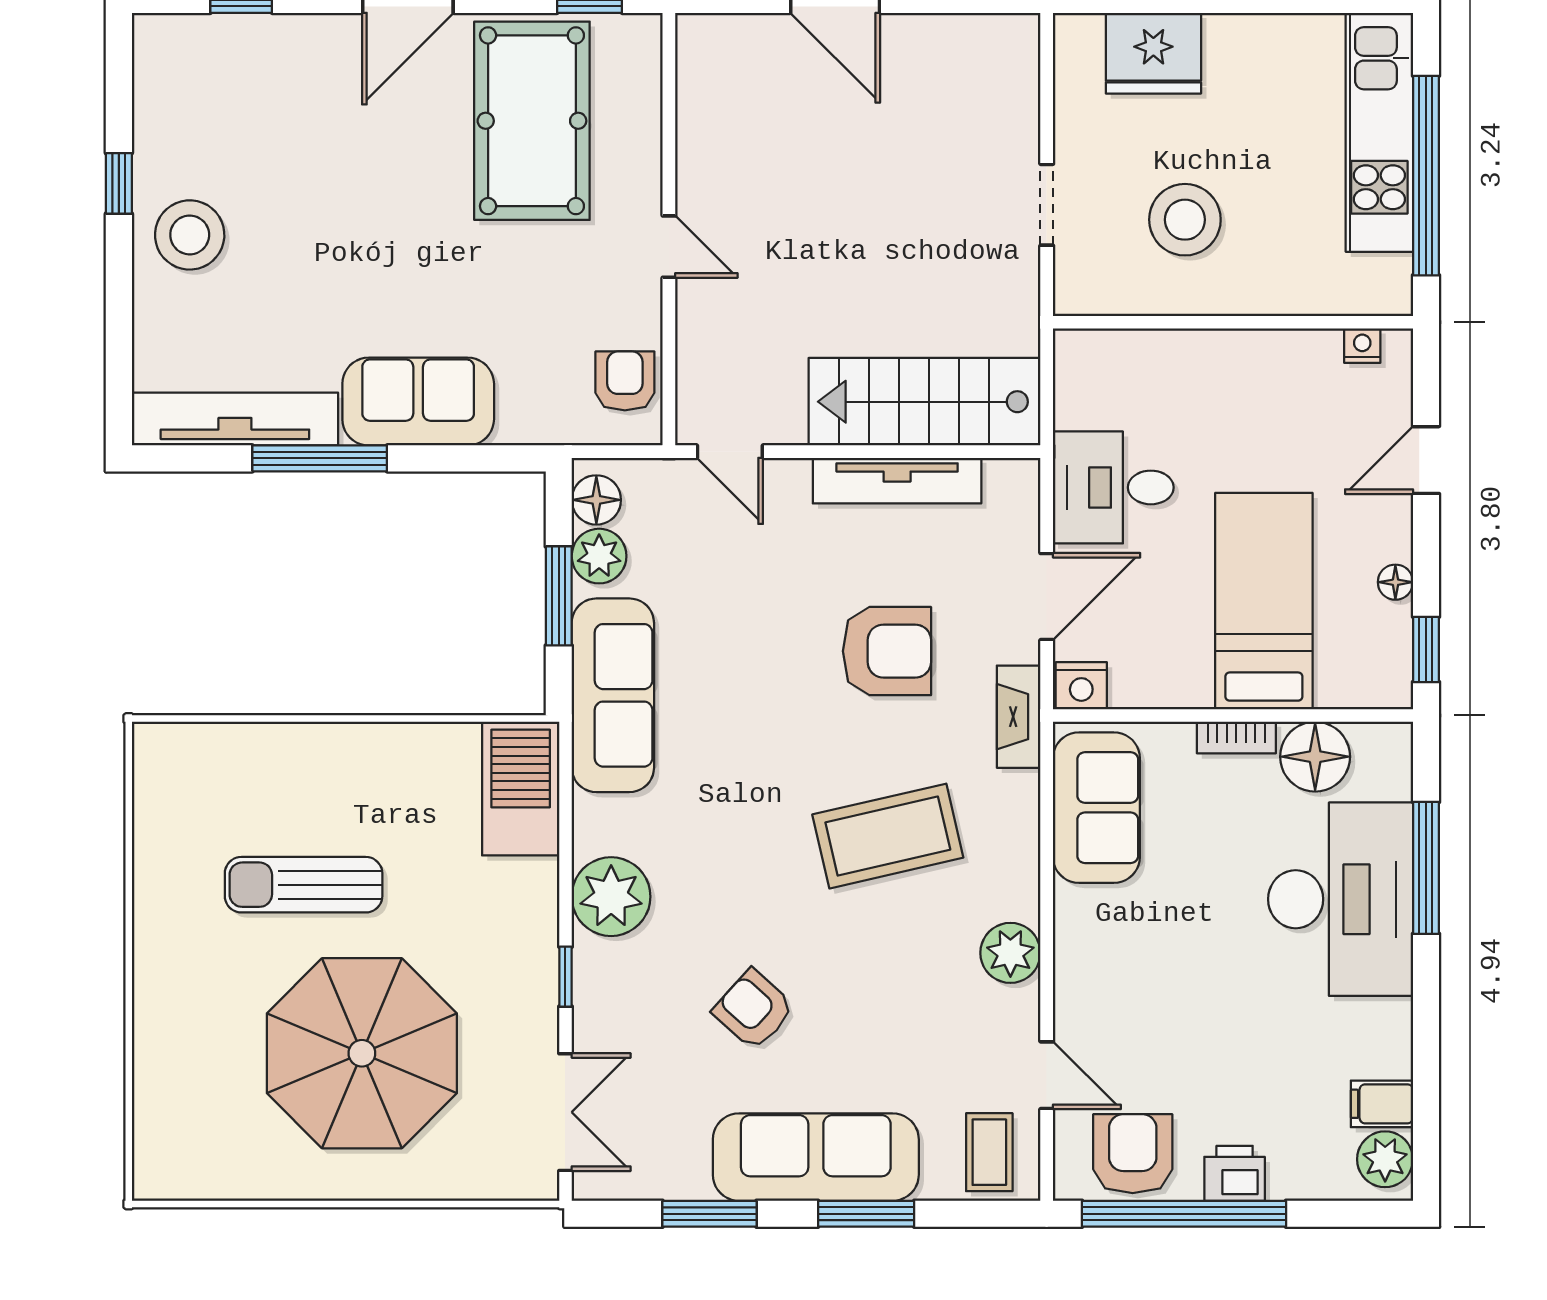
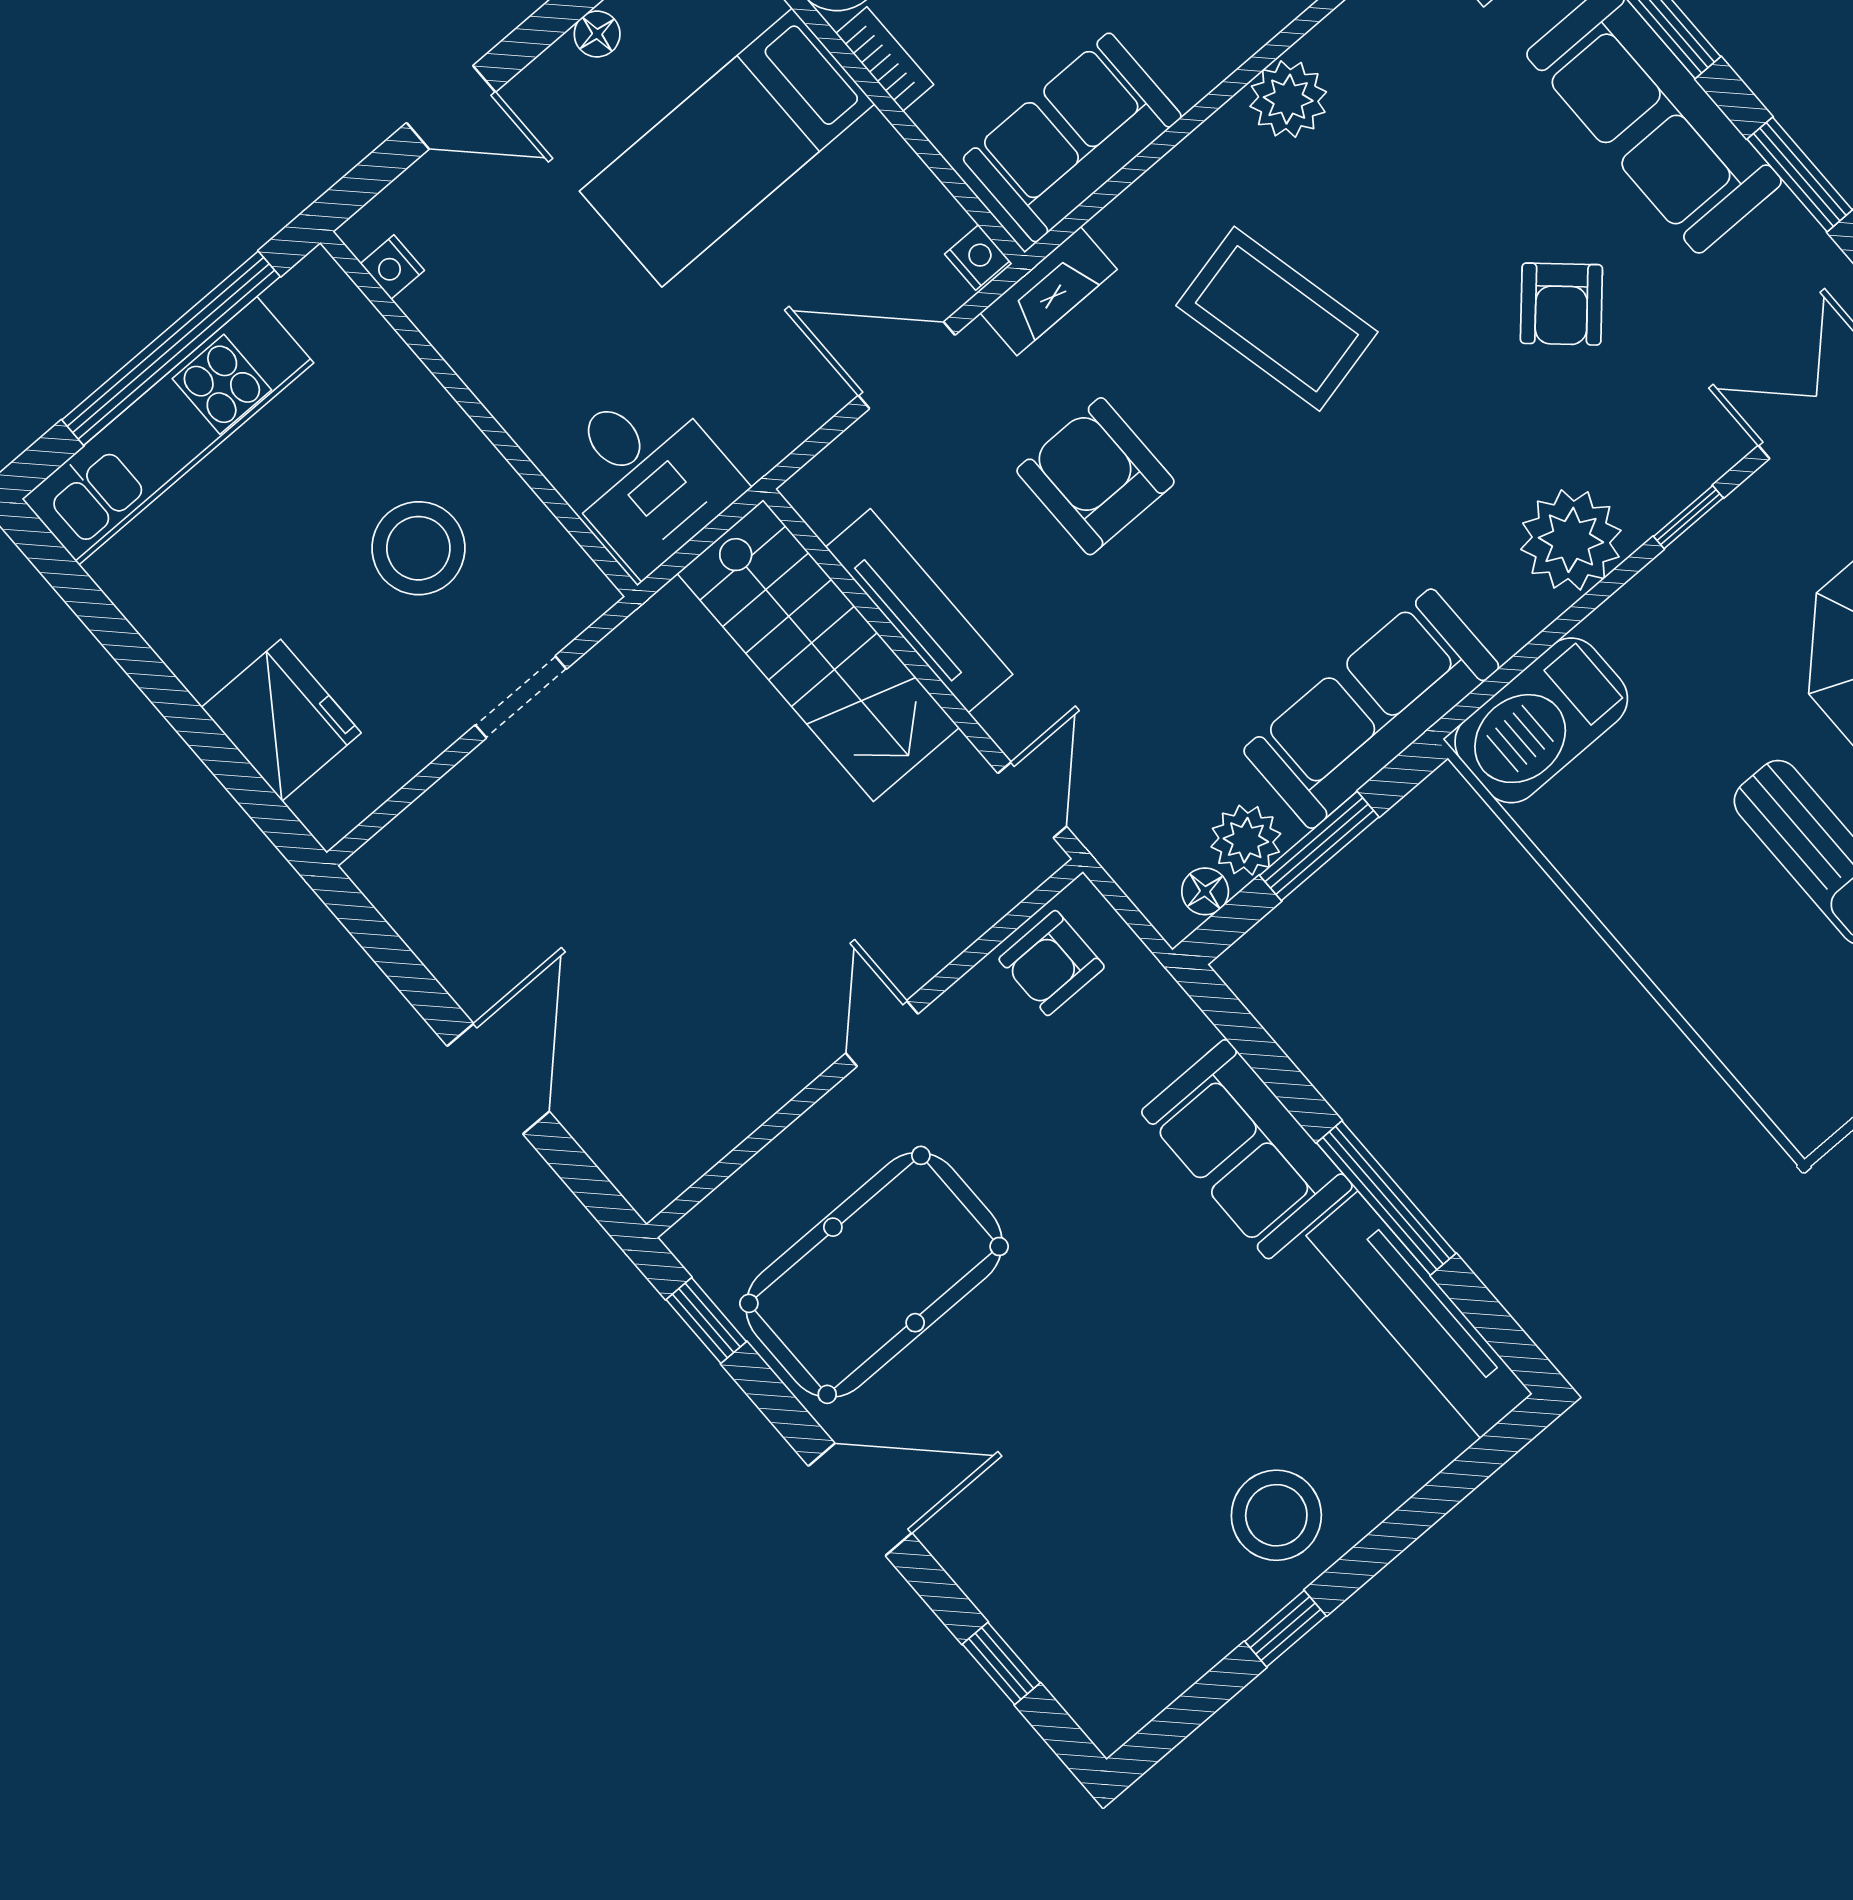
desk: (1113, 487) -> (646, 475), moved
floor lamp: (596, 500) -> (1205, 891), width x0.73, depth x0.73
nightstand: (1081, 686) -> (977, 257), width x0.72, depth x0.74

